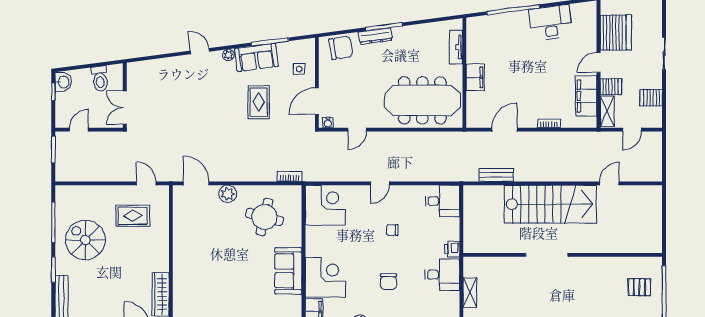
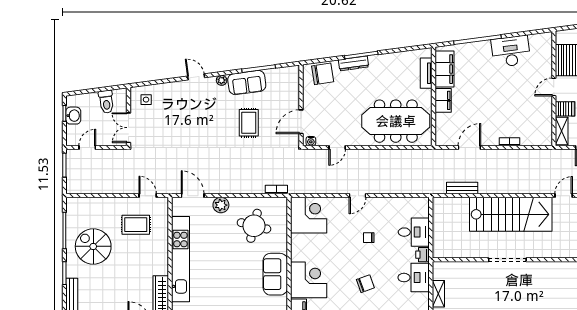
side table: (299, 69) -> (146, 100), moved
washbasin: (63, 82) -> (73, 116), moved
filing cabinet: (586, 96) -> (445, 69), moved, turned 180
desk: (442, 201) -> (414, 232), moved
kitchen unit: (183, 254) -> (180, 259), added
chair: (389, 281) -> (365, 284), turned -110

